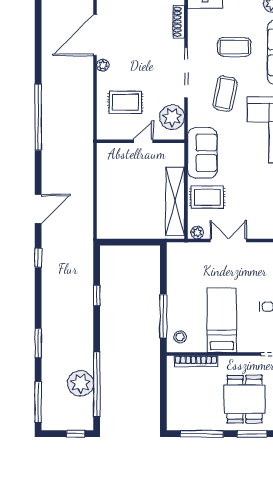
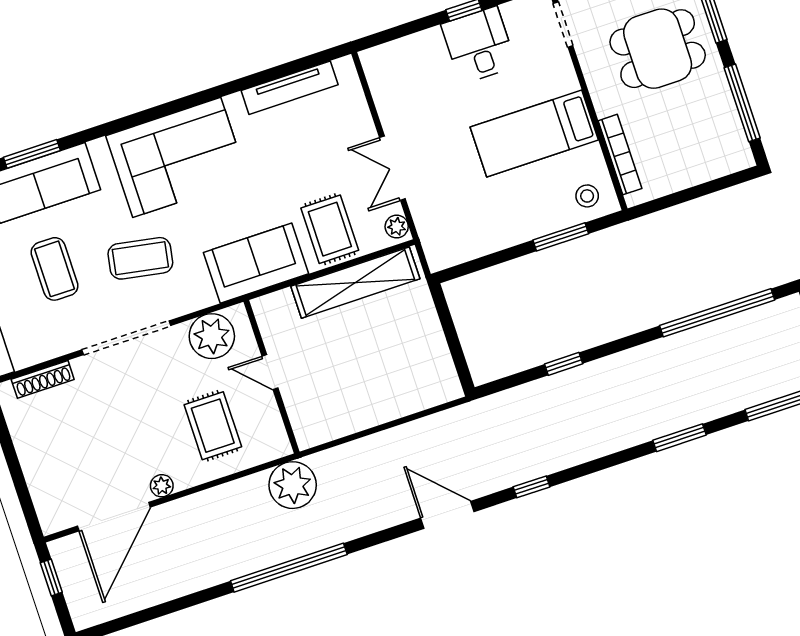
door: (95, 35) -> (114, 517), hinge flipped
window: (163, 316) -> (561, 237), width x0.69
plant: (81, 383) -> (293, 485), moved

